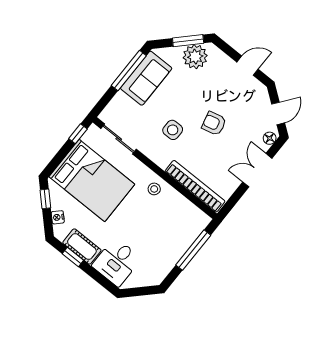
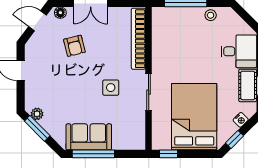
plant: (195, 57) -> (37, 114), width x0.53, depth x0.53
armchair: (214, 123) -> (74, 46), moved
sliding door: (119, 139) -> (149, 92), moved
stool: (154, 189) -> (211, 15), moved

